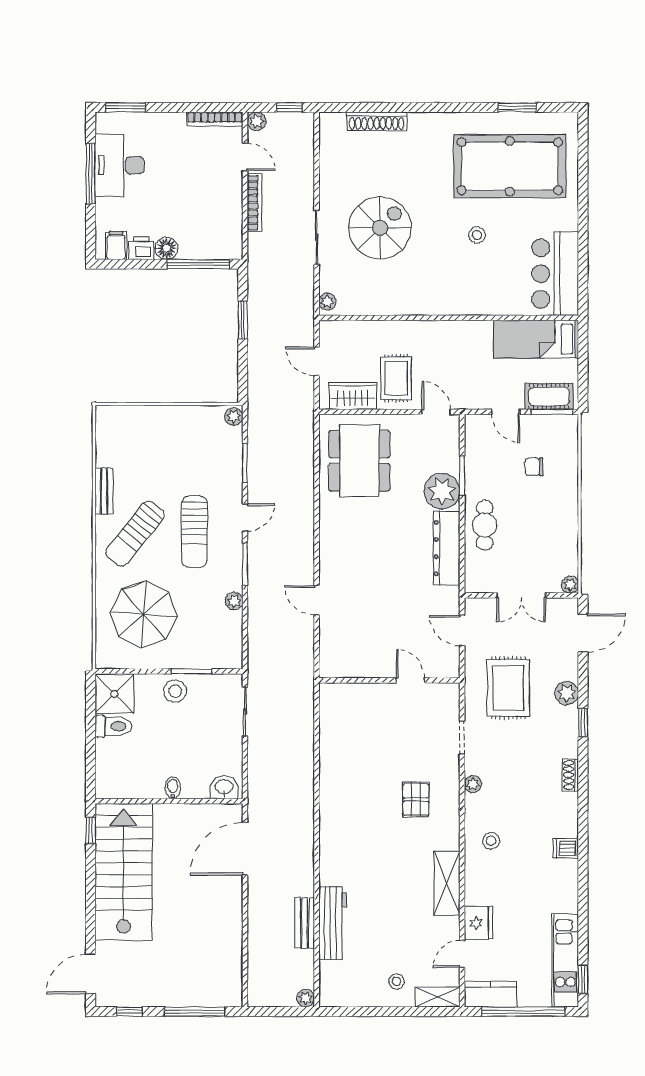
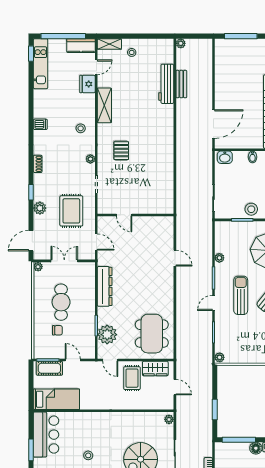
window: (583, 245) -> (31, 450), added
plant: (442, 491) -> (107, 335), moved
cafe table: (485, 525) -> (61, 302), moved, width x1.37, depth x1.35

